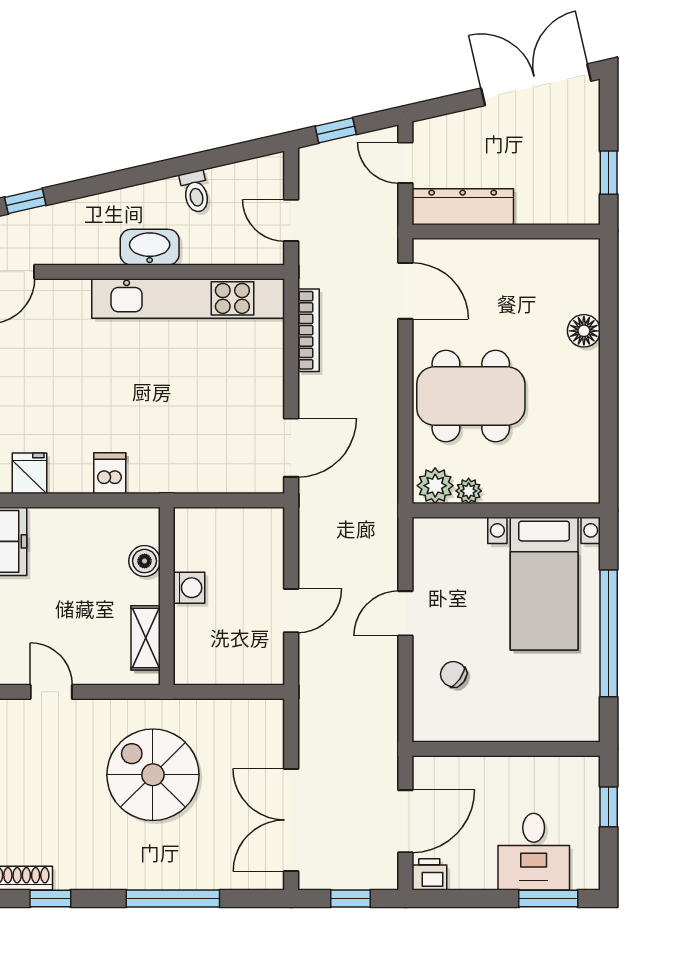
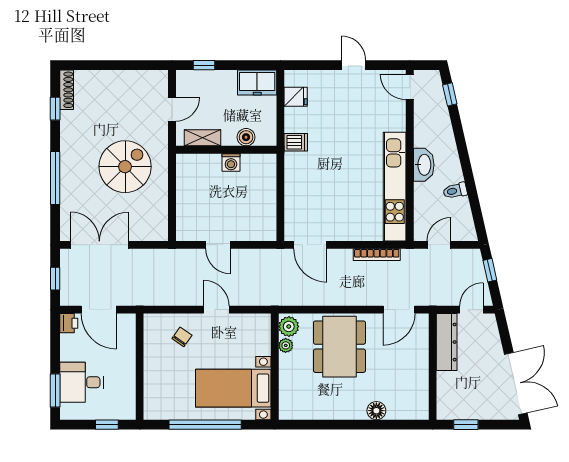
boiler: (145, 561) -> (246, 137), moved
washing machine: (189, 588) -> (231, 162), moved
wall: (167, 596) -> (226, 150), moved
shelving: (146, 638) -> (203, 138), moved

